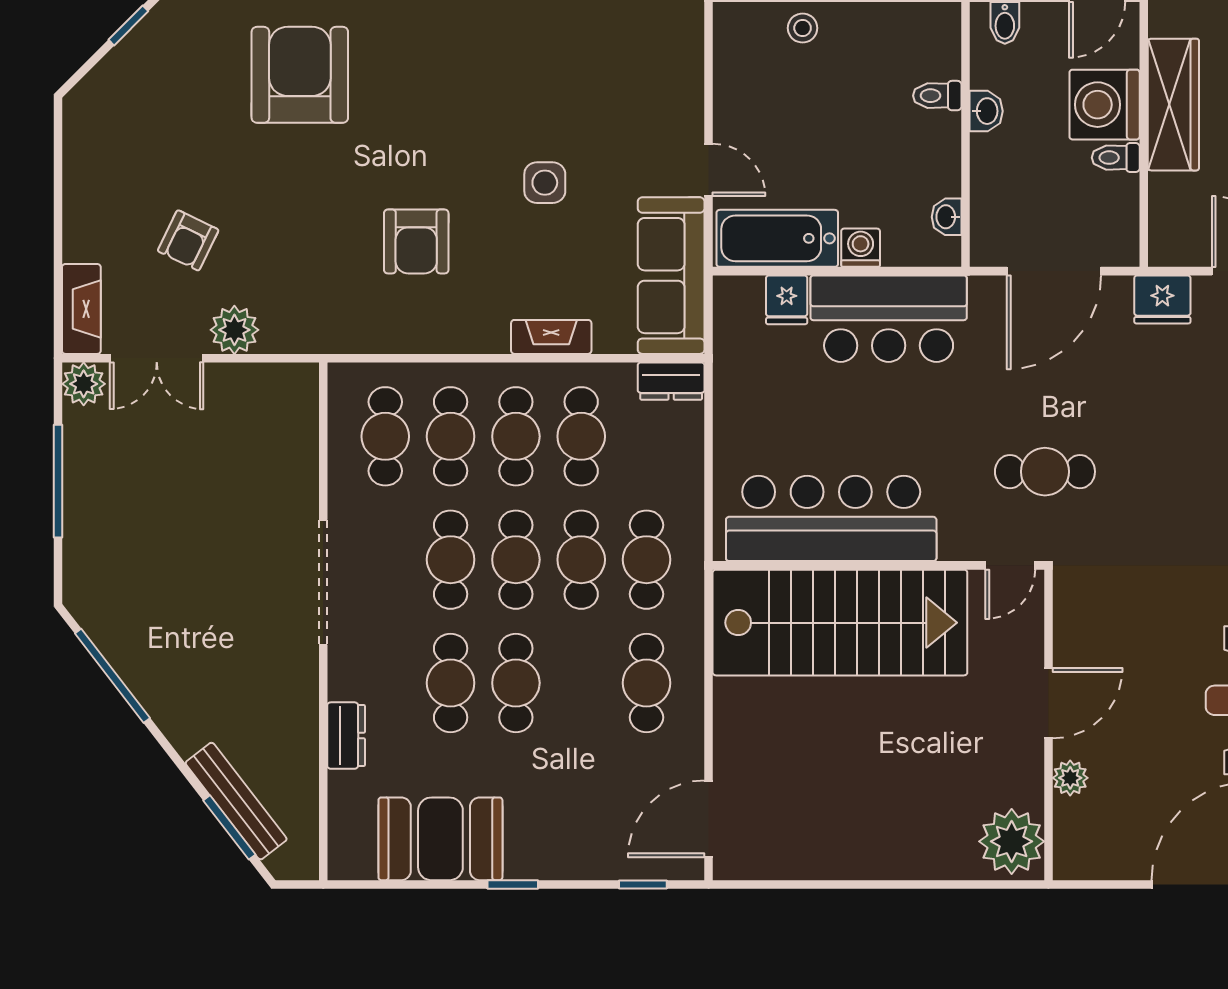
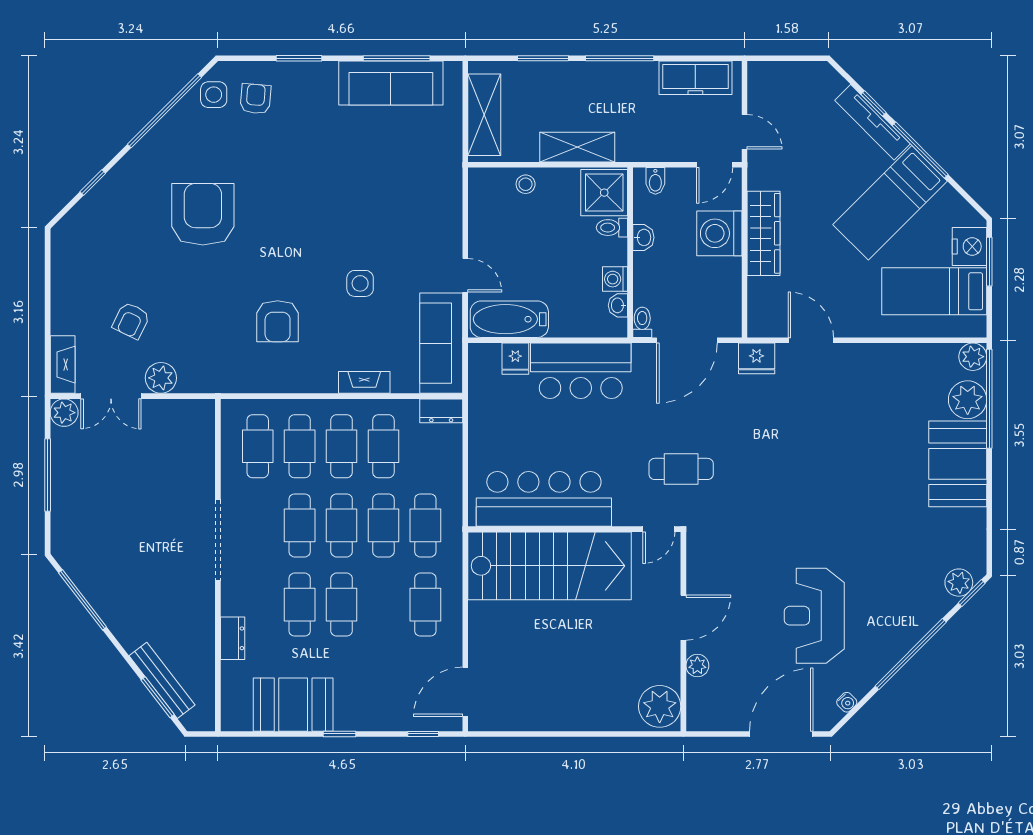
shower: (925, 41) -> (604, 193), added
toilet: (1116, 158) -> (642, 322), moved, turned 90
washing machine: (861, 248) -> (615, 279), moved, turned -90

